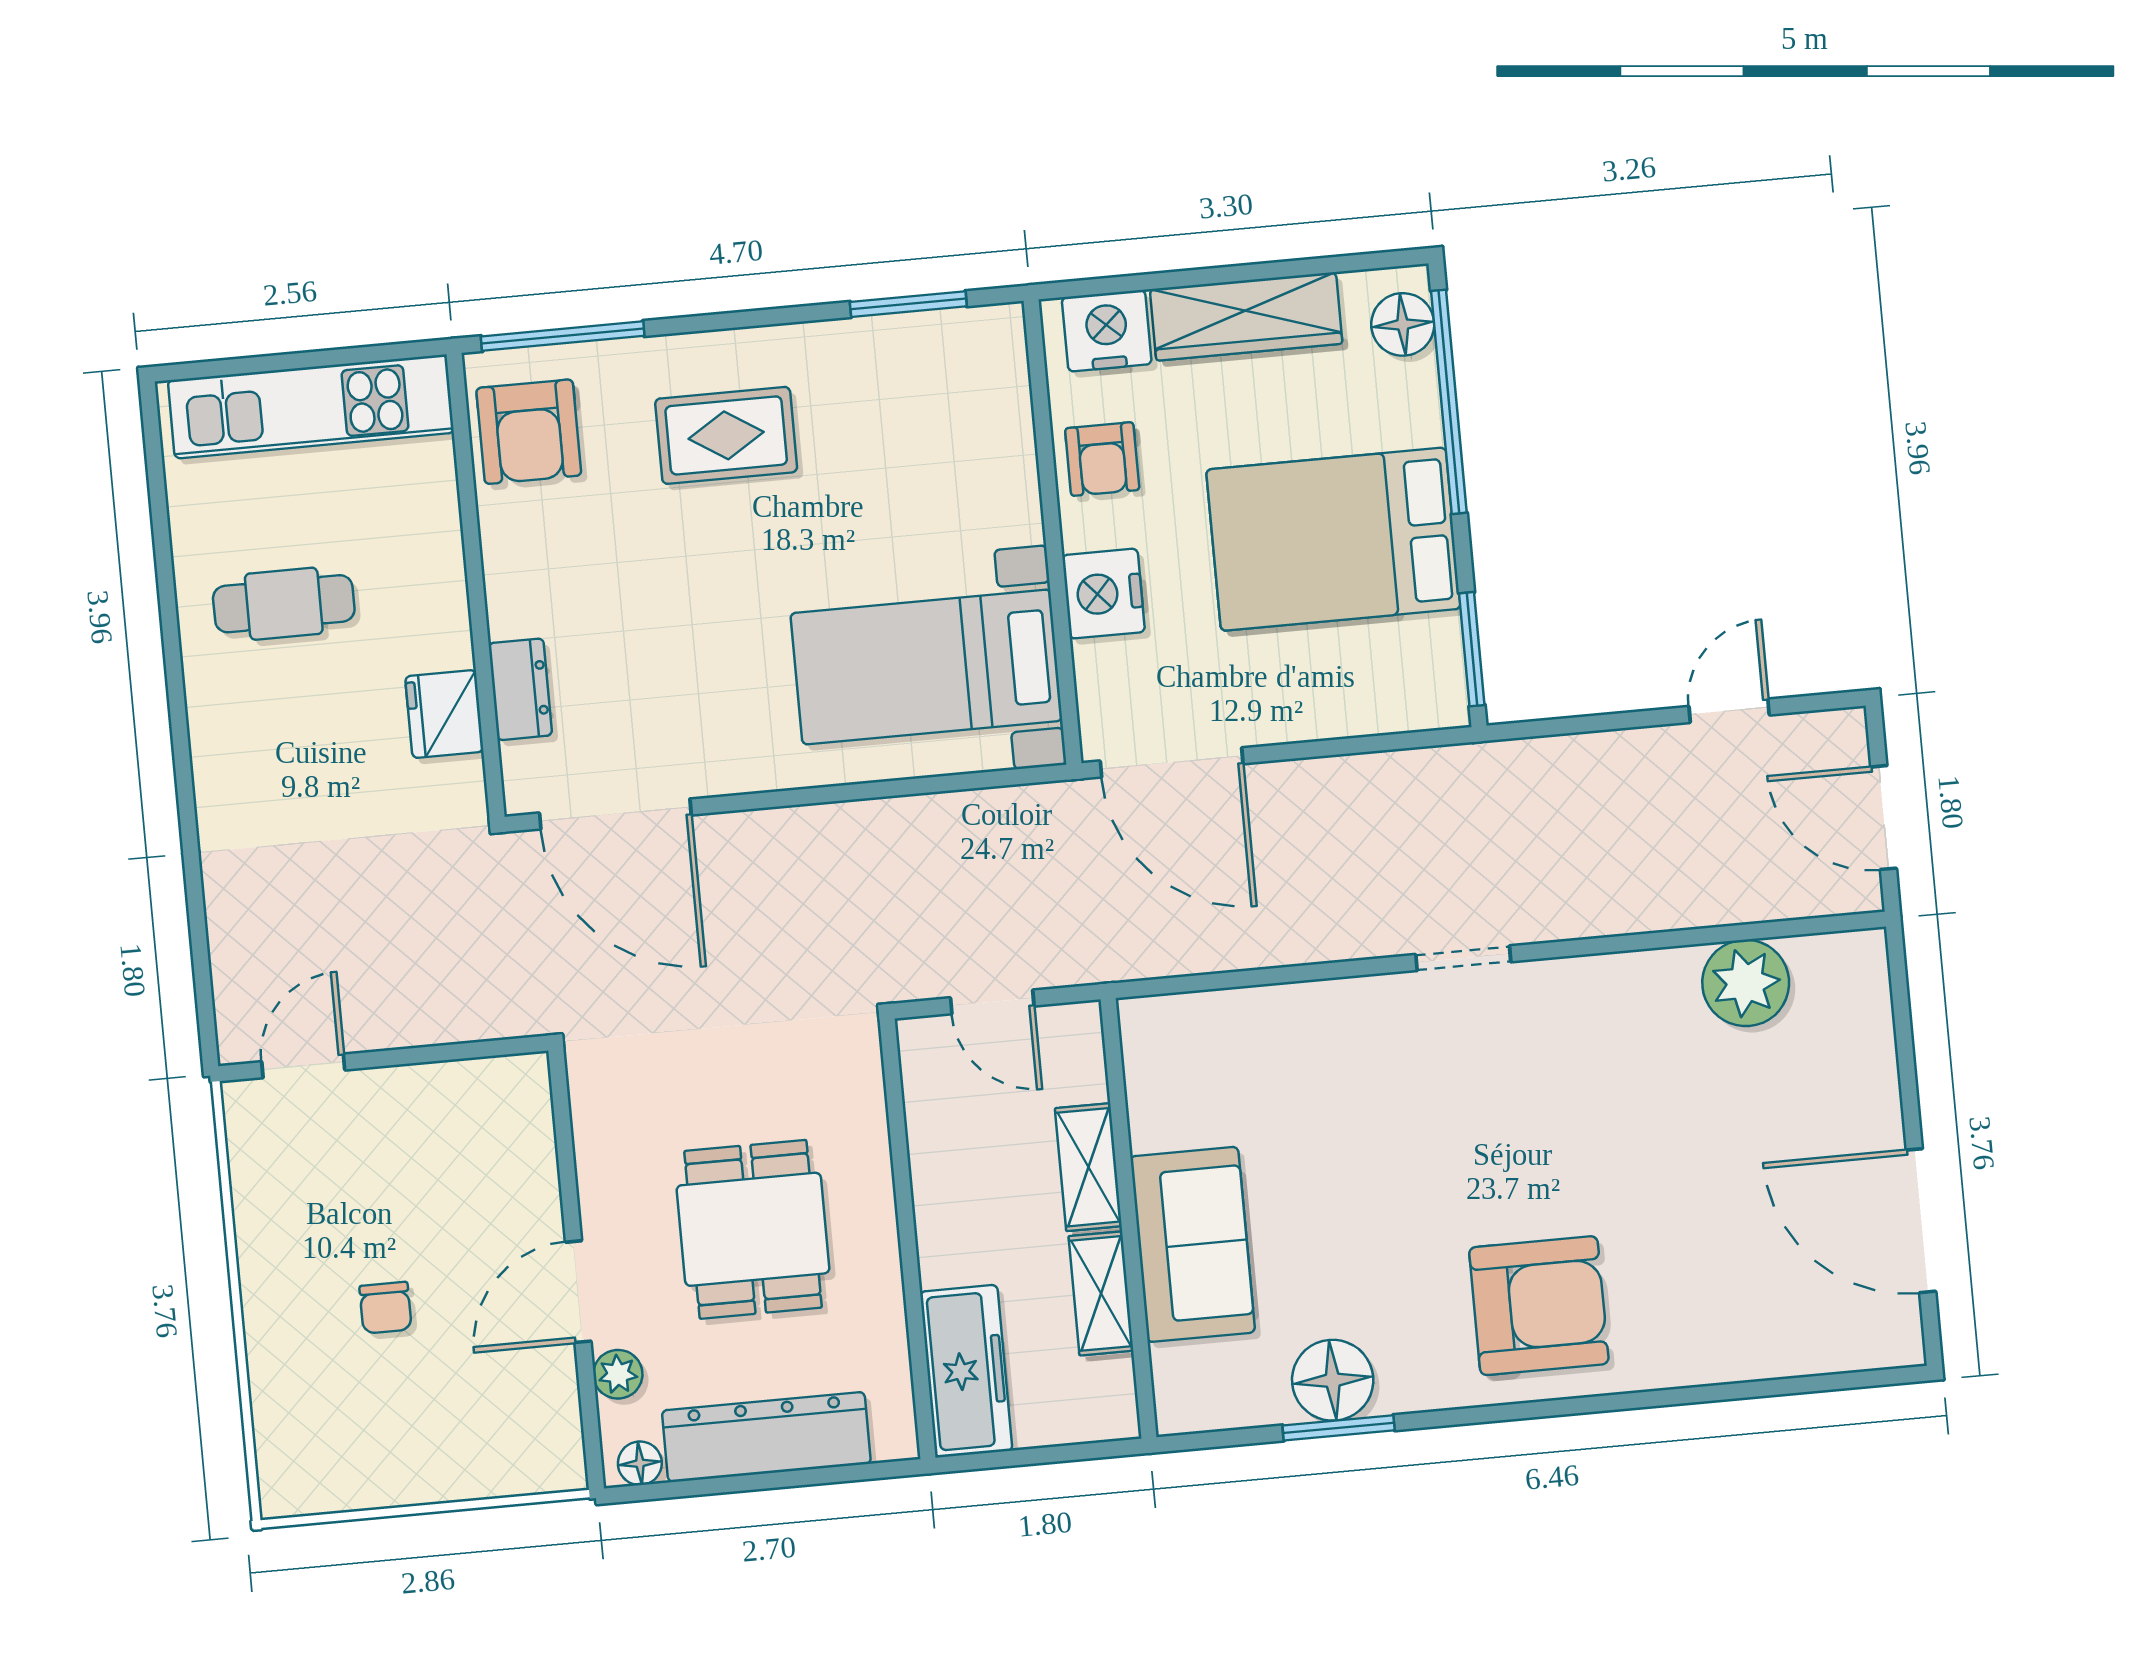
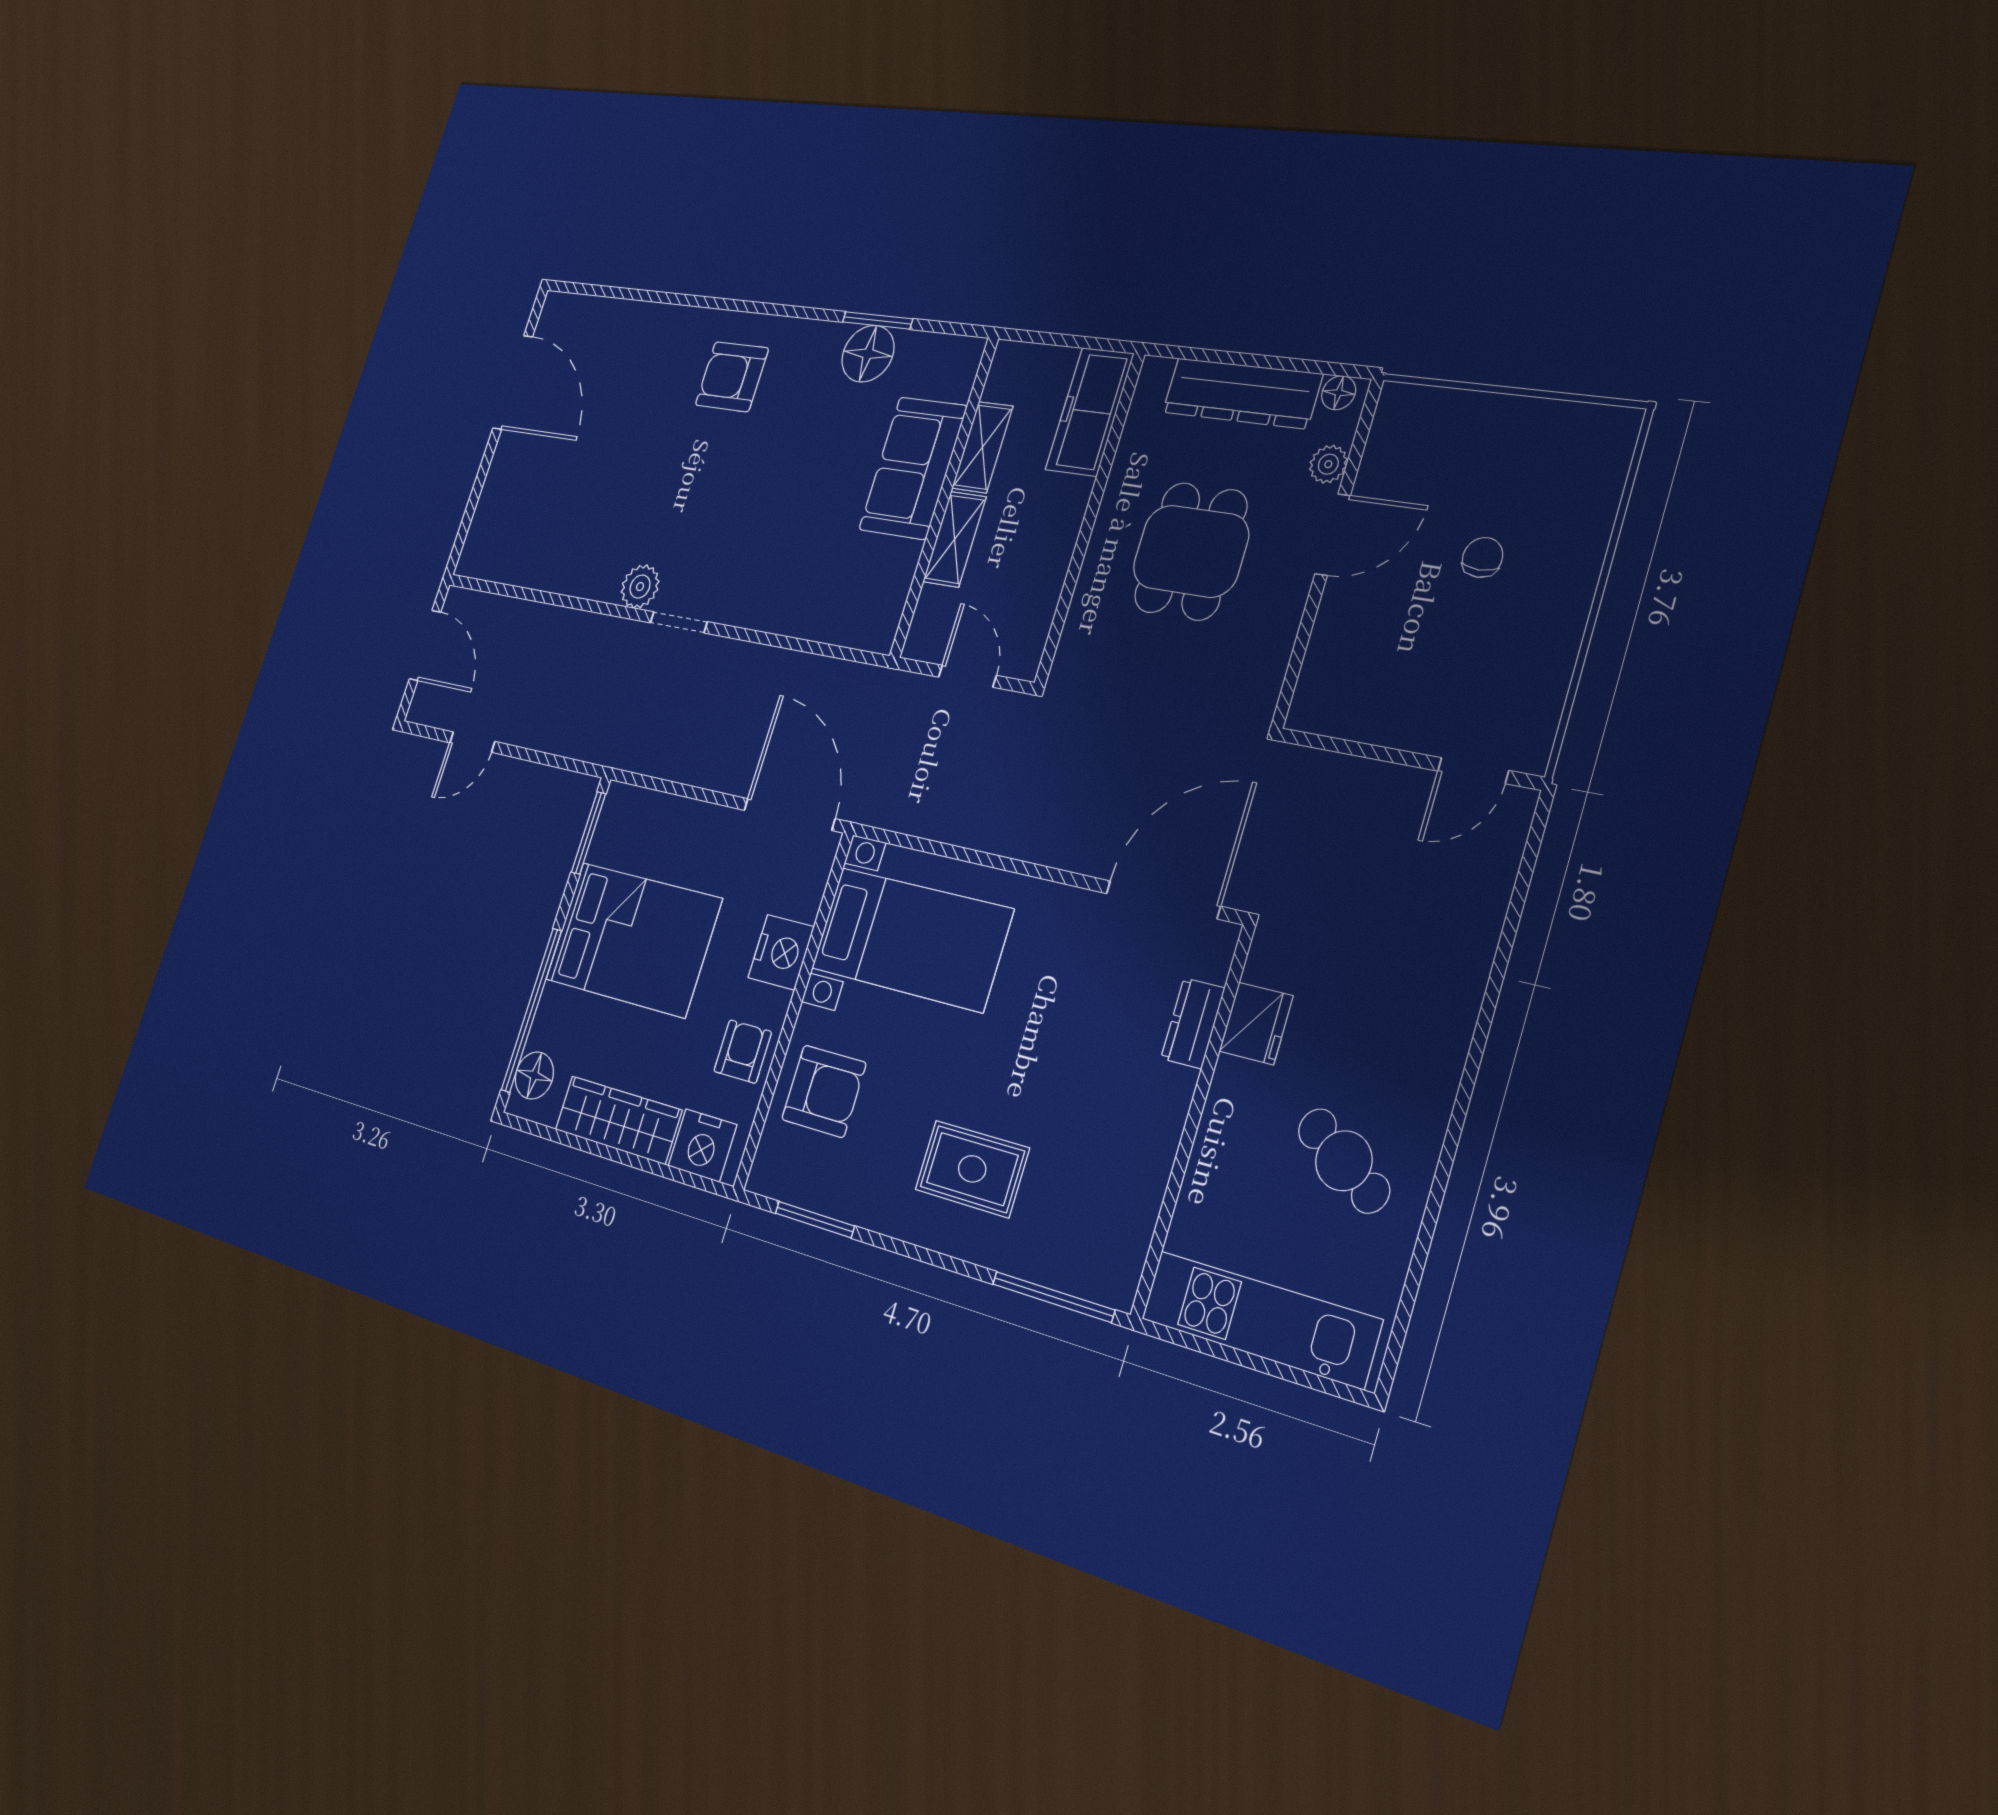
armchair: (529, 432) -> (824, 1091), moved, turned 90
cafe table: (284, 604) -> (1344, 1161), turned 33
door: (615, 814) -> (1163, 900), hinge flipped
plant: (1746, 983) -> (640, 587), moved, width x0.73, depth x0.73
armchair: (1539, 1306) -> (732, 377), width x0.73, depth x0.73

